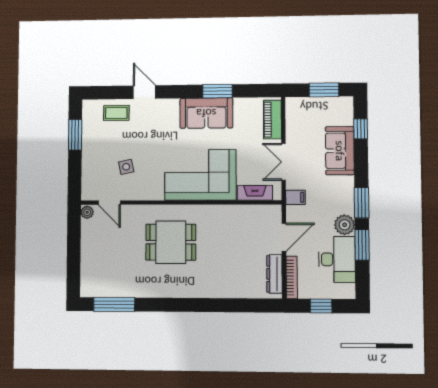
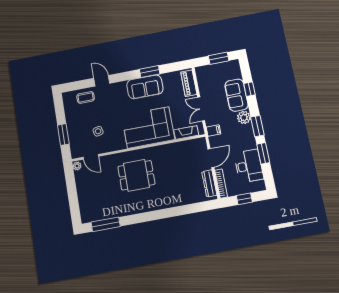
window: (361, 129) -> (249, 89), moved
window: (75, 135) -> (63, 135), moved
plant: (345, 225) -> (244, 117), moved

